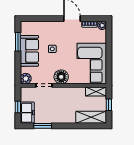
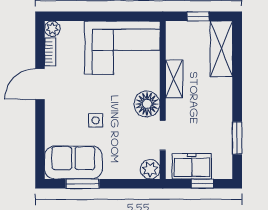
sofa: (29, 51) -> (73, 162), moved
shelving: (96, 92) -> (174, 79), moved
freezer: (27, 113) -> (192, 166), moved

